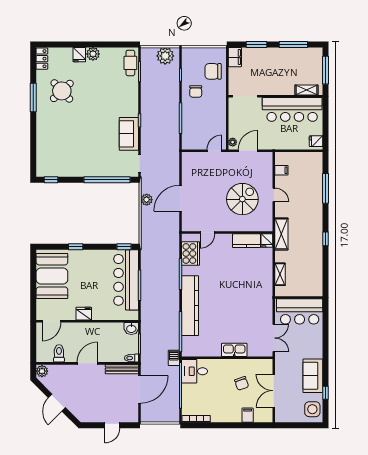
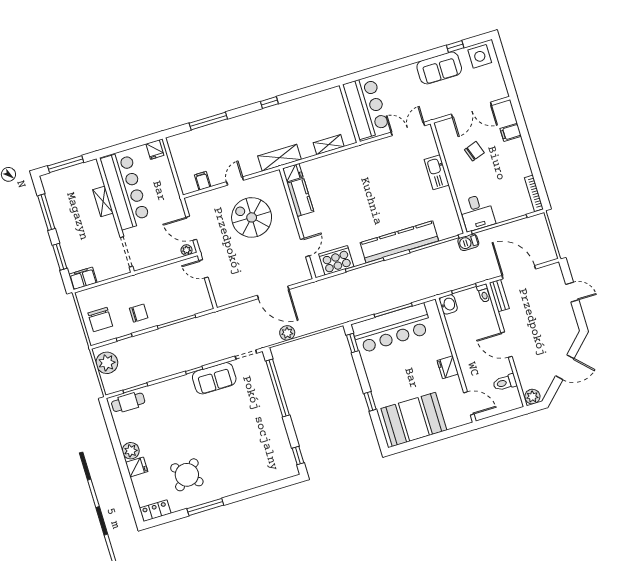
chair: (213, 71) -> (100, 320), moved
shelving: (306, 90) -> (103, 201), moved
door: (207, 233) -> (305, 248), hinge flipped
bench: (122, 369) -> (499, 296), width x0.73

